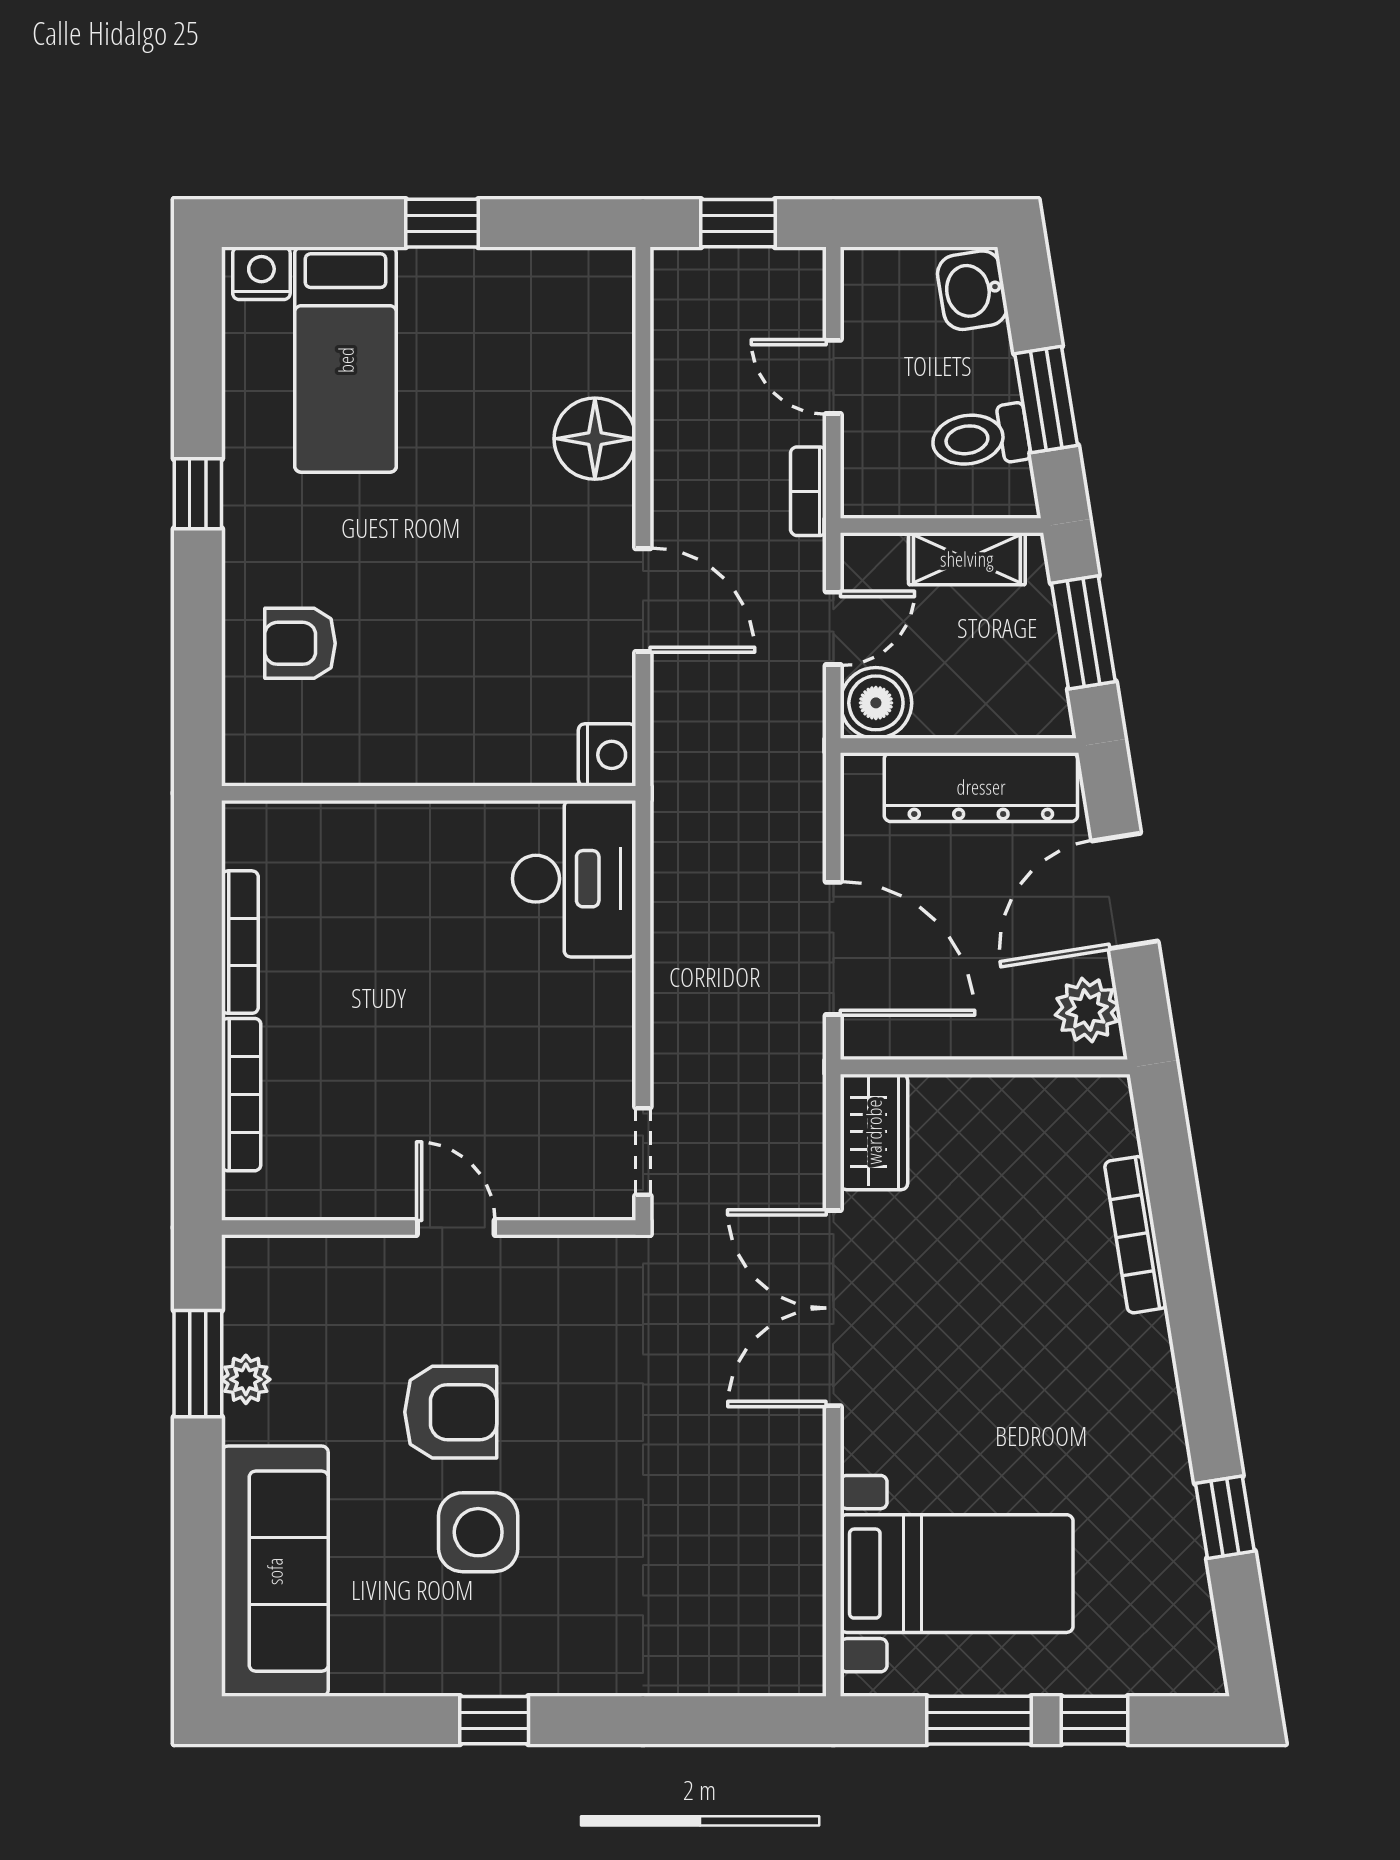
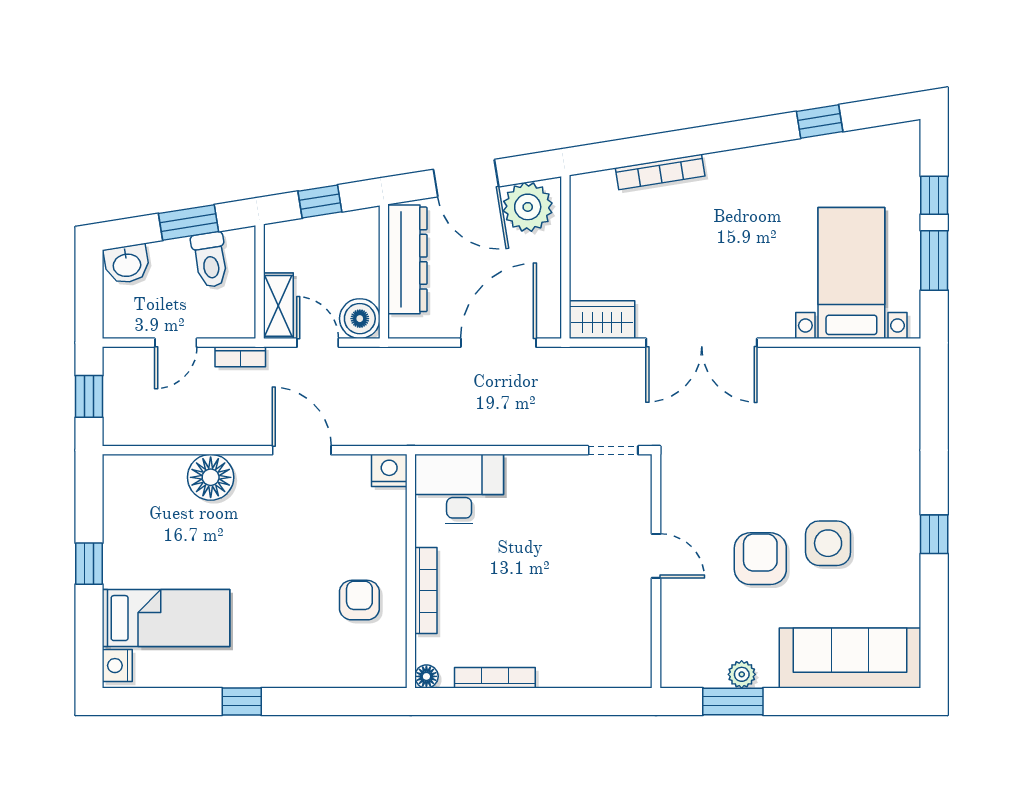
shelving: (967, 559) -> (278, 306), moved
door: (643, 600) -> (302, 450), hinge flipped
window: (1083, 632) -> (320, 201), width x0.67
armchair: (300, 643) -> (359, 600), moved, turned 180
floor lamp: (242, 821) -> (426, 676), added
plant: (1087, 1010) -> (528, 207), width x1.36, depth x1.36
bookcase: (241, 1095) -> (426, 591), moved, turned 90
door: (456, 1228) -> (656, 556), swing flipped

